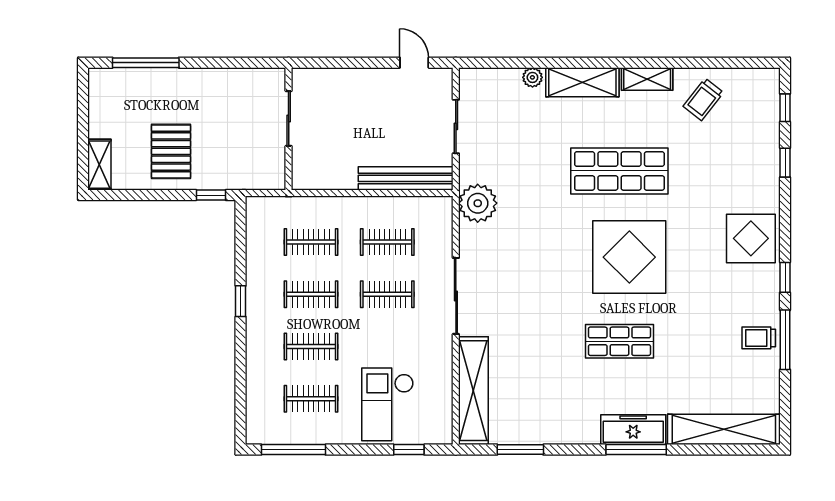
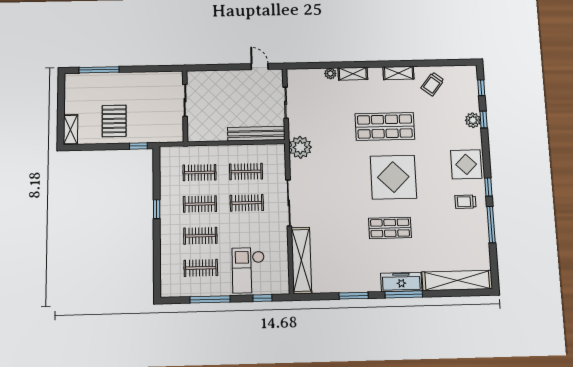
shelving: (582, 82) -> (353, 74), width x0.67, depth x0.75
plant: (767, 164) -> (473, 120), added
trolley: (759, 338) -> (465, 202), moved
window: (293, 450) -> (210, 299), moved
window: (520, 450) -> (354, 296), moved

